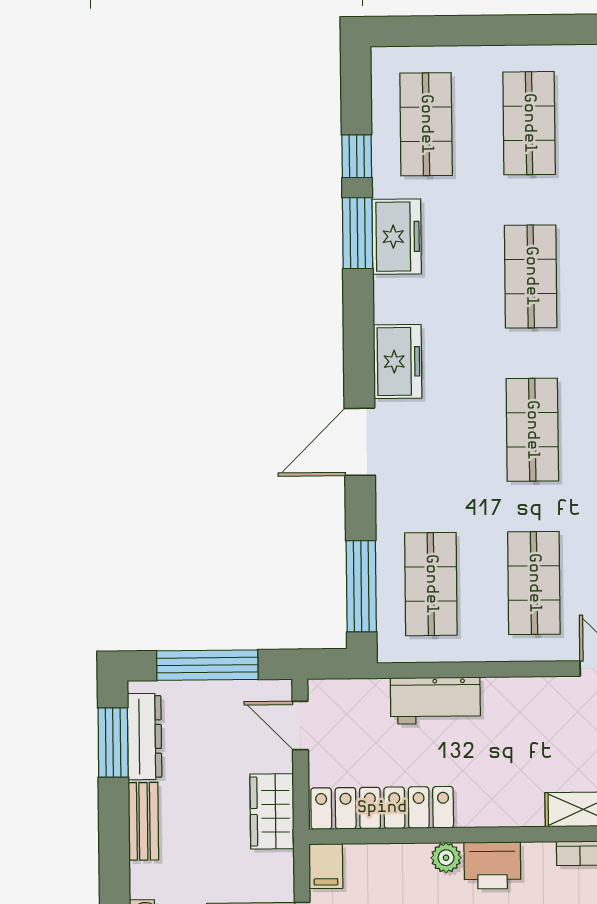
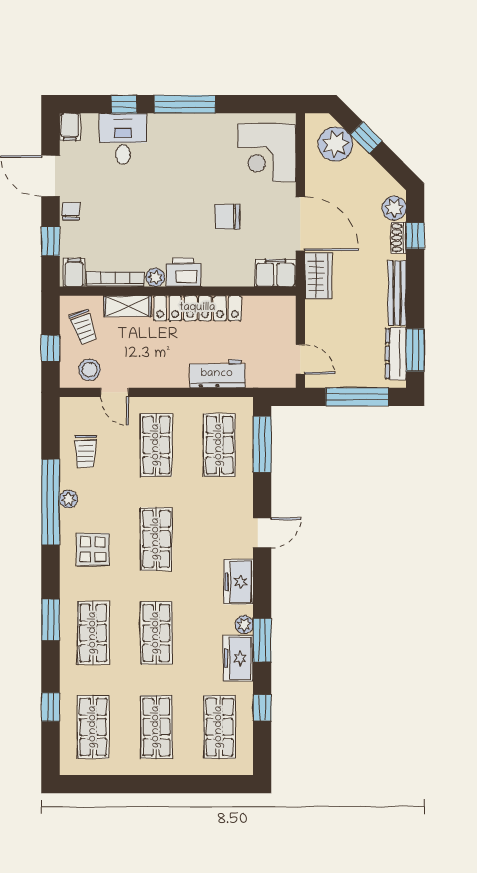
window: (358, 233) -> (262, 640), moved
plant: (387, 292) -> (244, 625), added
door: (360, 442) -> (262, 533), width x0.73
locker: (382, 808) -> (197, 308), moved
wardrobe: (272, 811) -> (318, 276), moved
bench: (143, 821) -> (397, 293), width x1.36
plant: (446, 858) -> (155, 277), moved
filing cabinet: (326, 866) -> (275, 273), width x2.00

